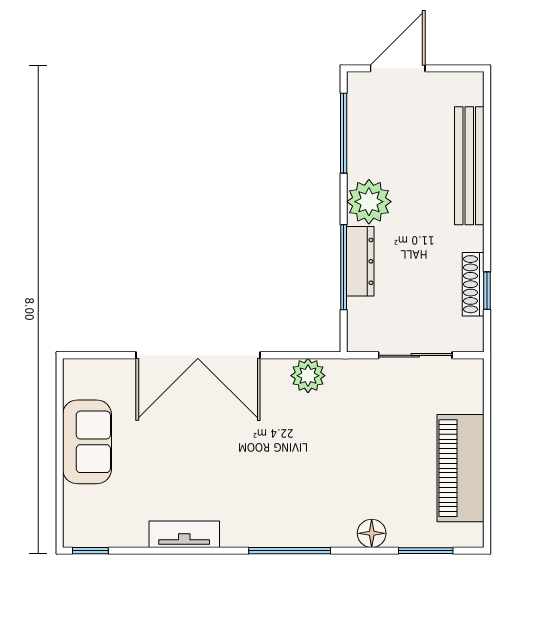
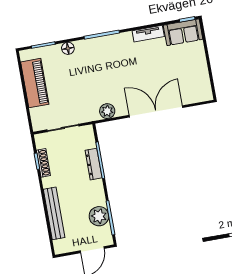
plant: (369, 202) -> (99, 216), moved
sofa: (87, 442) -> (183, 32), moved, turned -90

